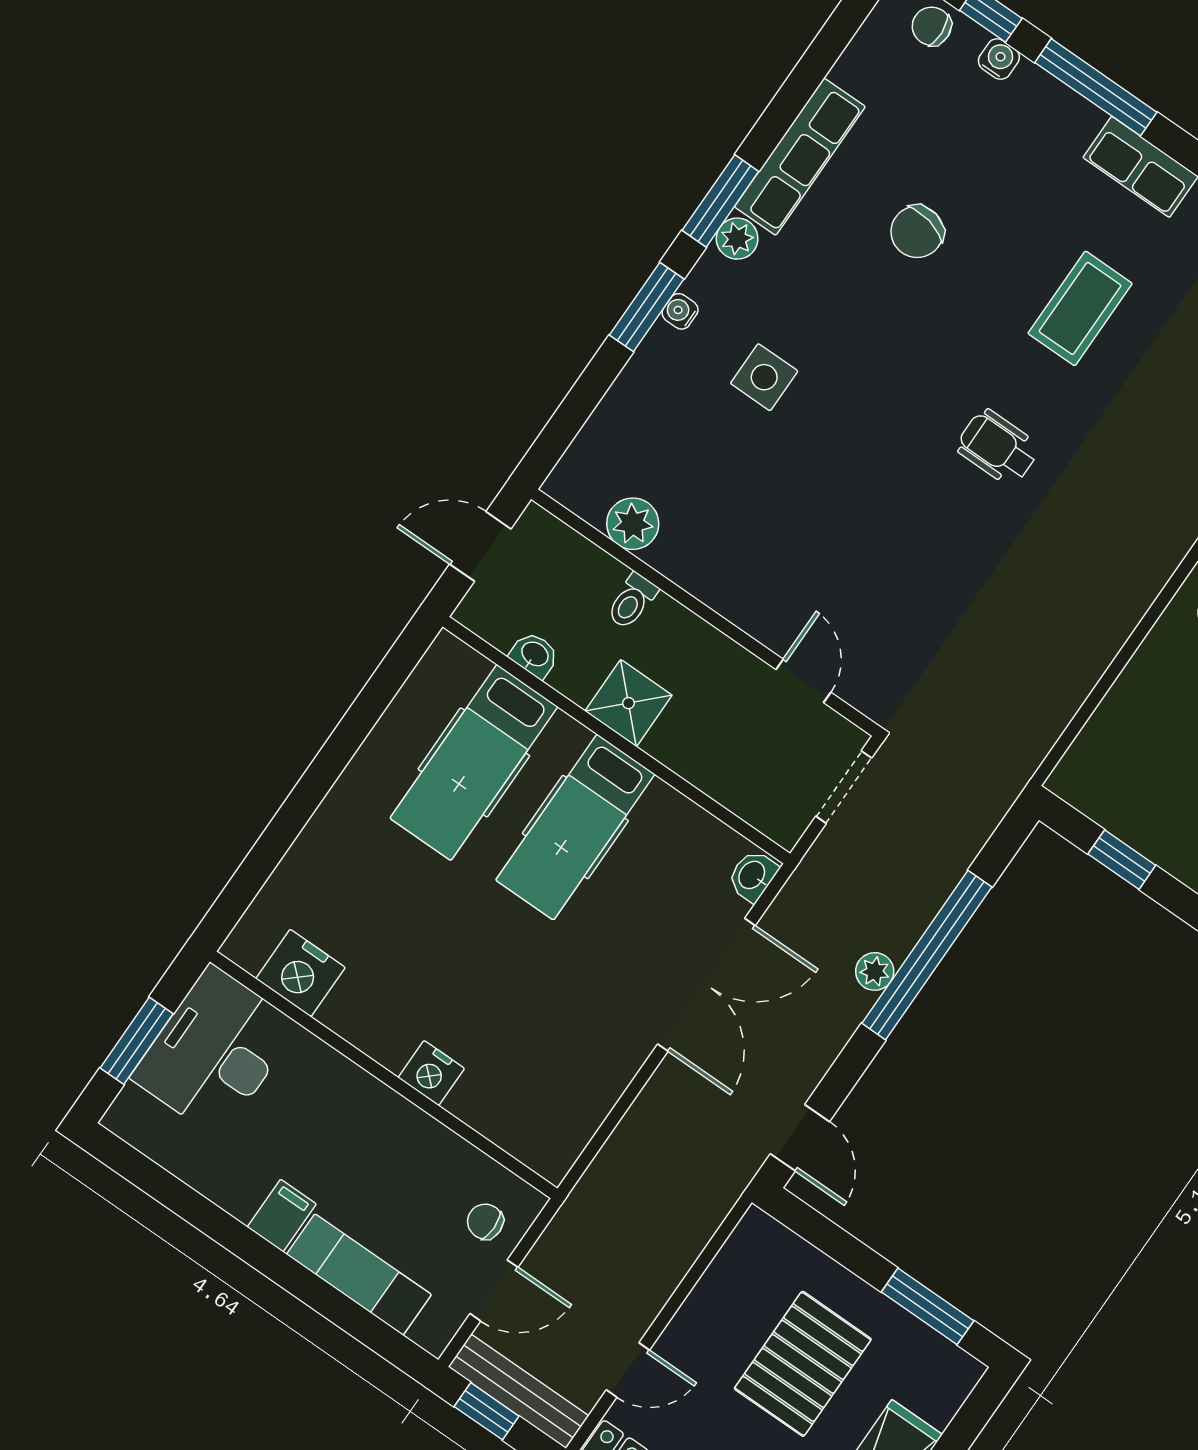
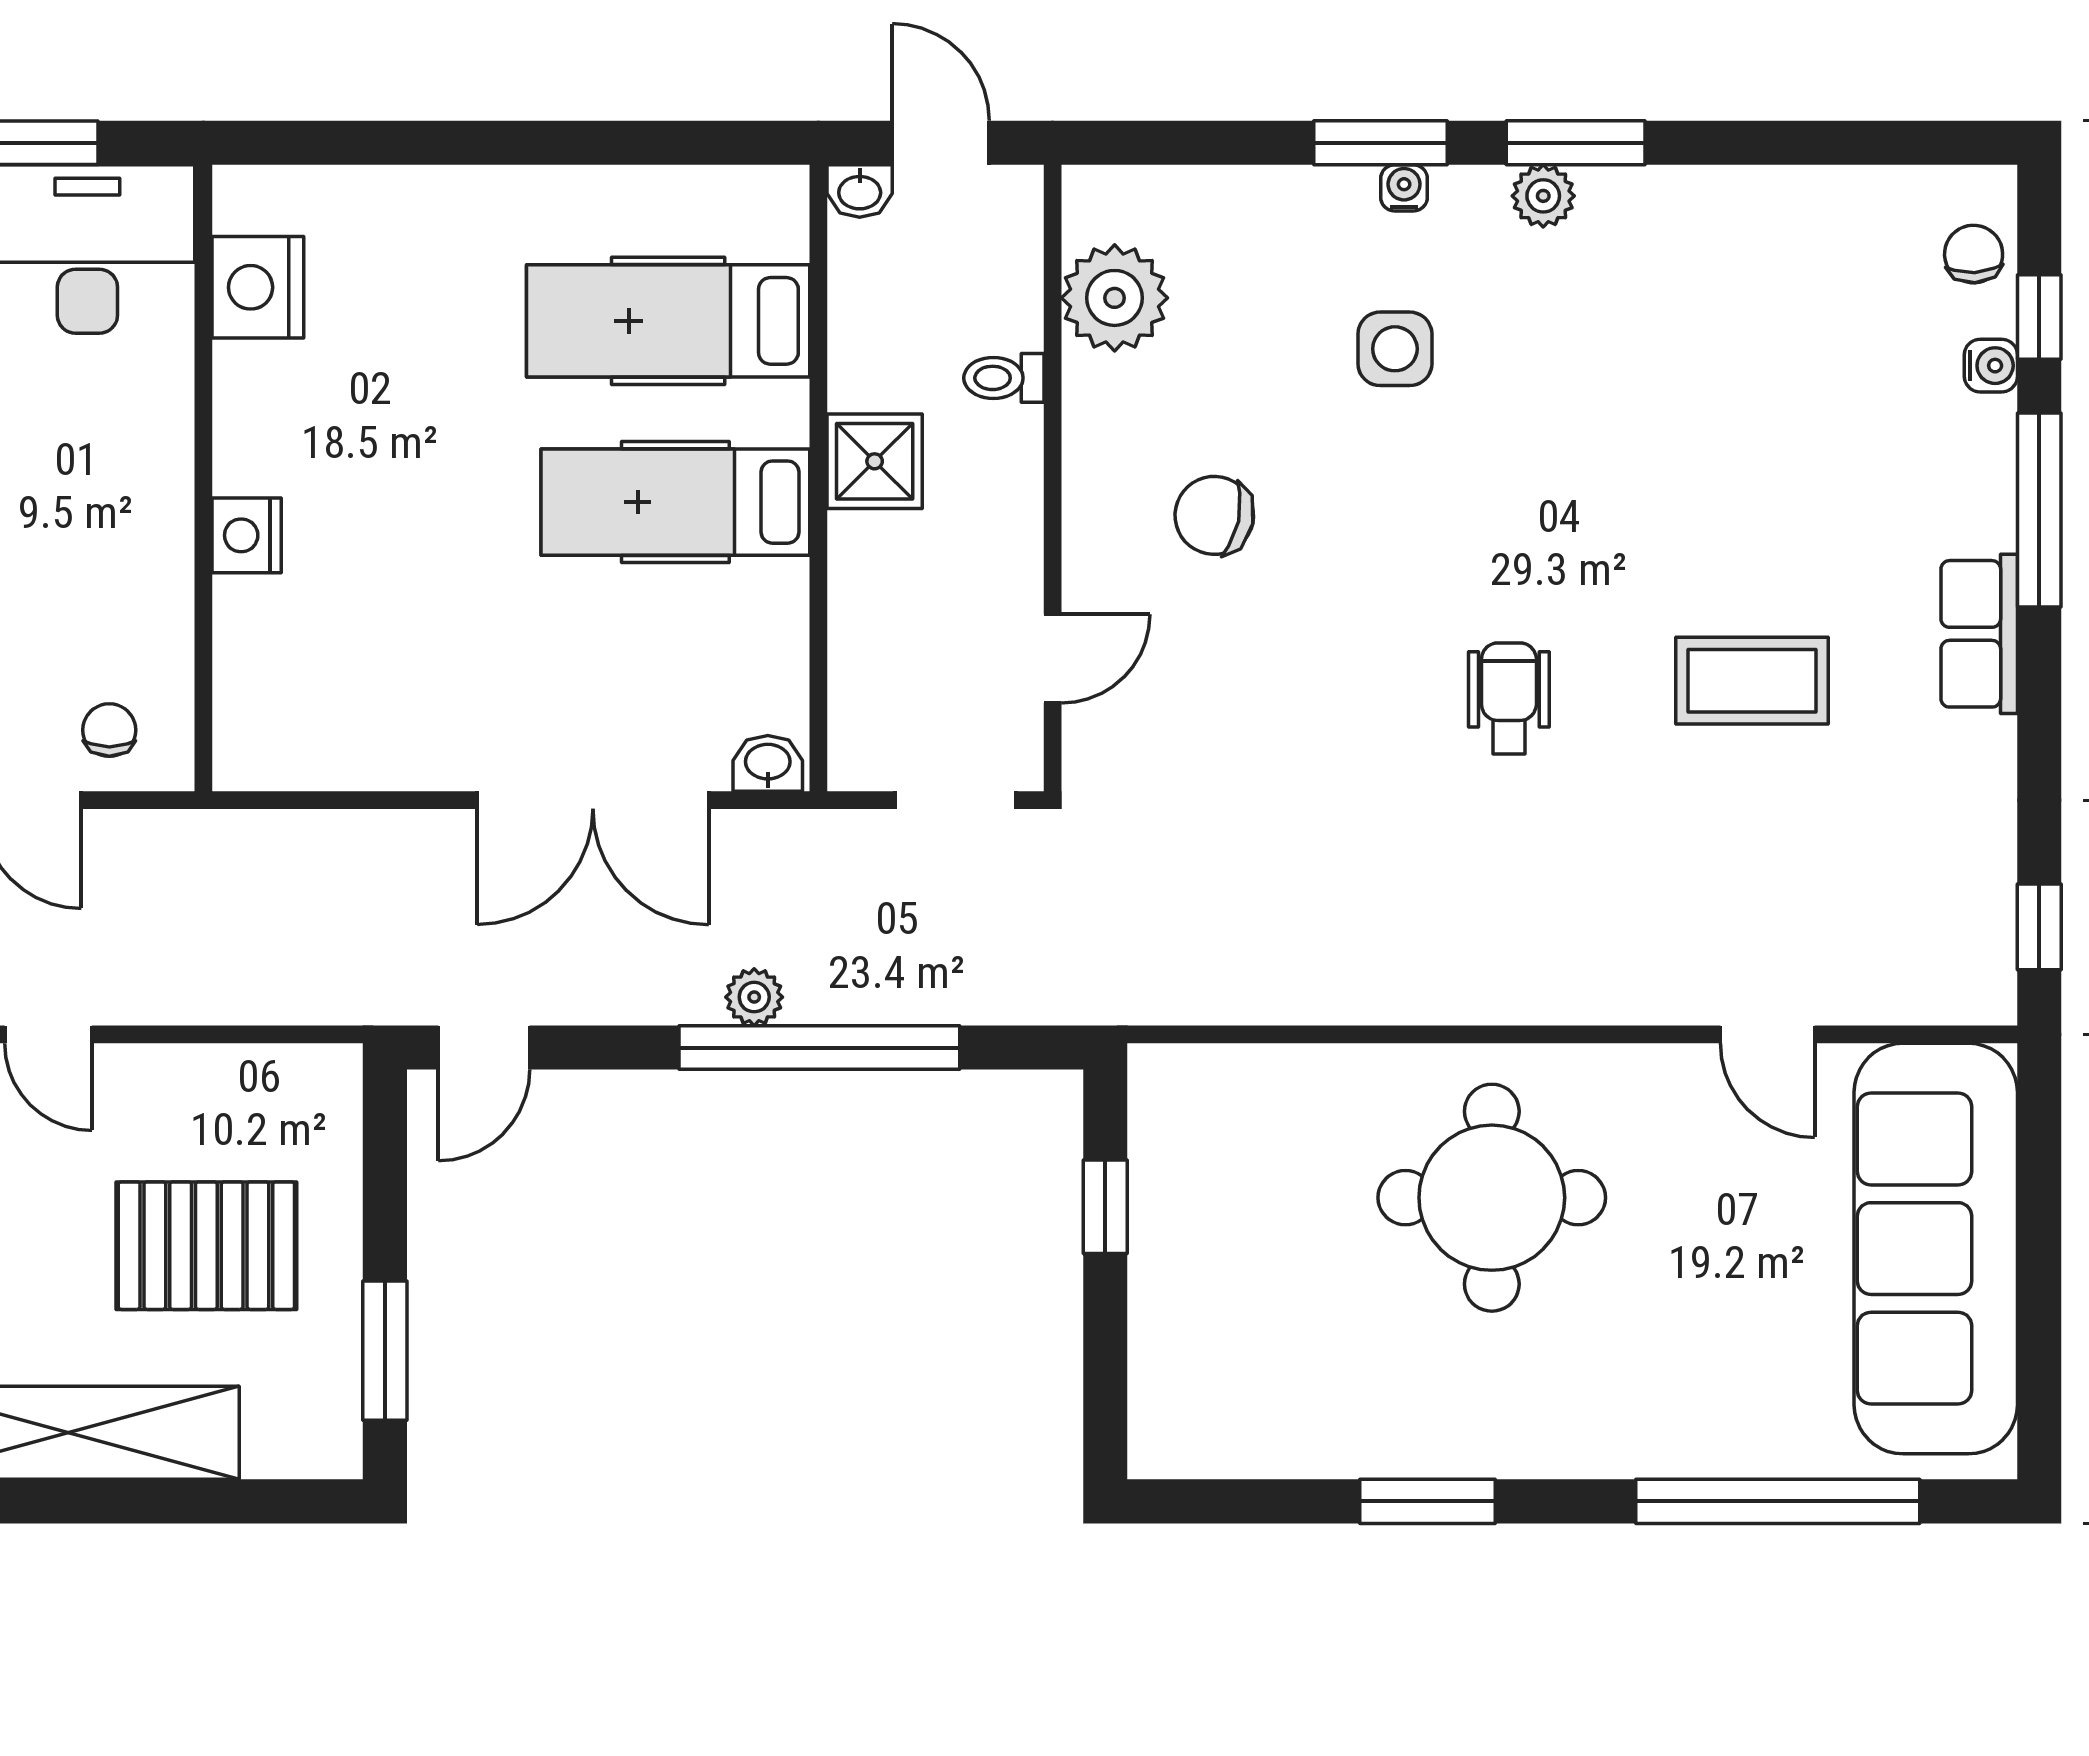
row of seats: (800, 157) -> (1699, 203), removed
chair: (917, 232) -> (1214, 515), moved
plant: (633, 524) -> (1115, 298), width x1.36, depth x1.36
washbasin: (534, 655) -> (860, 191), moved, turned 90

